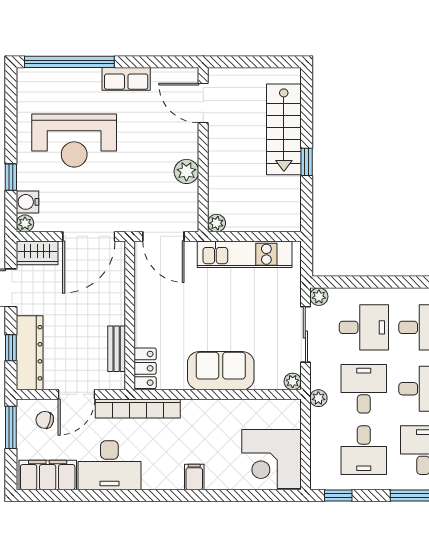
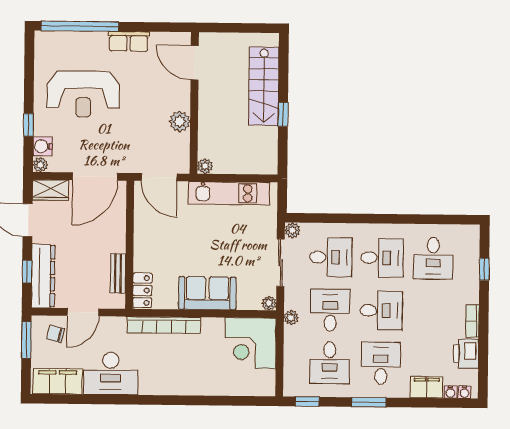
bookcase: (138, 408) -> (164, 325), moved
corner desk: (271, 459) -> (250, 343), moved
filing cabinet: (194, 477) -> (184, 384), removed

